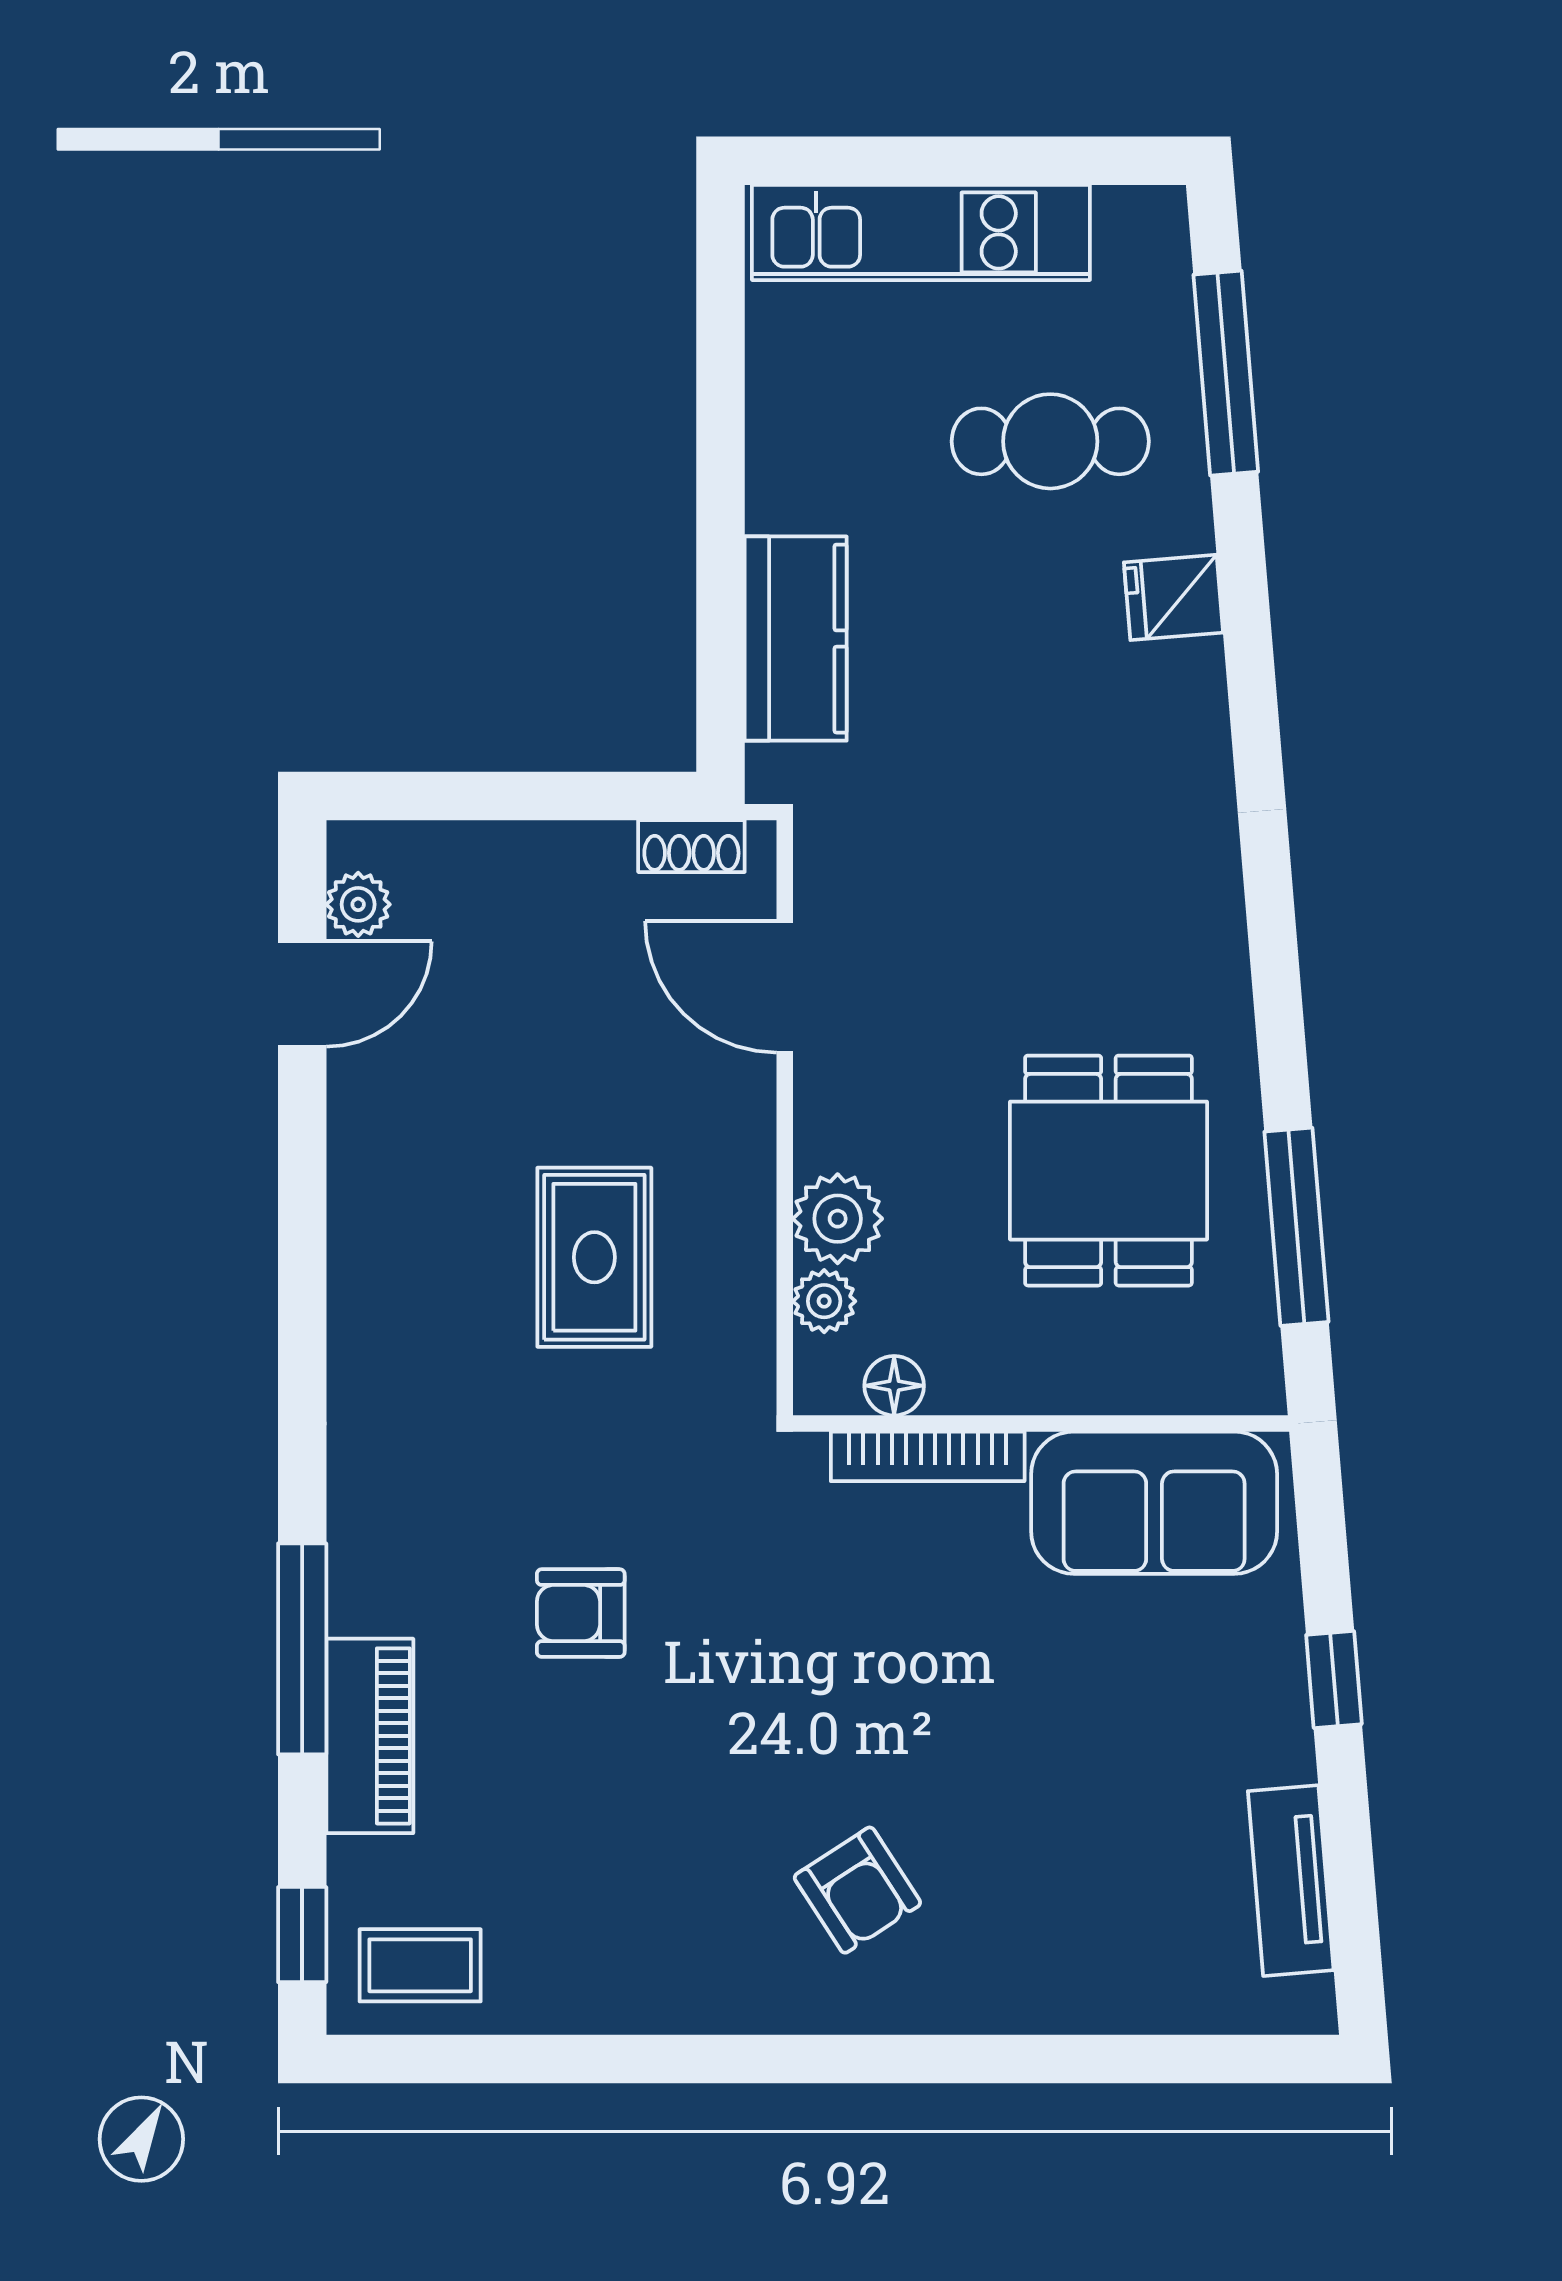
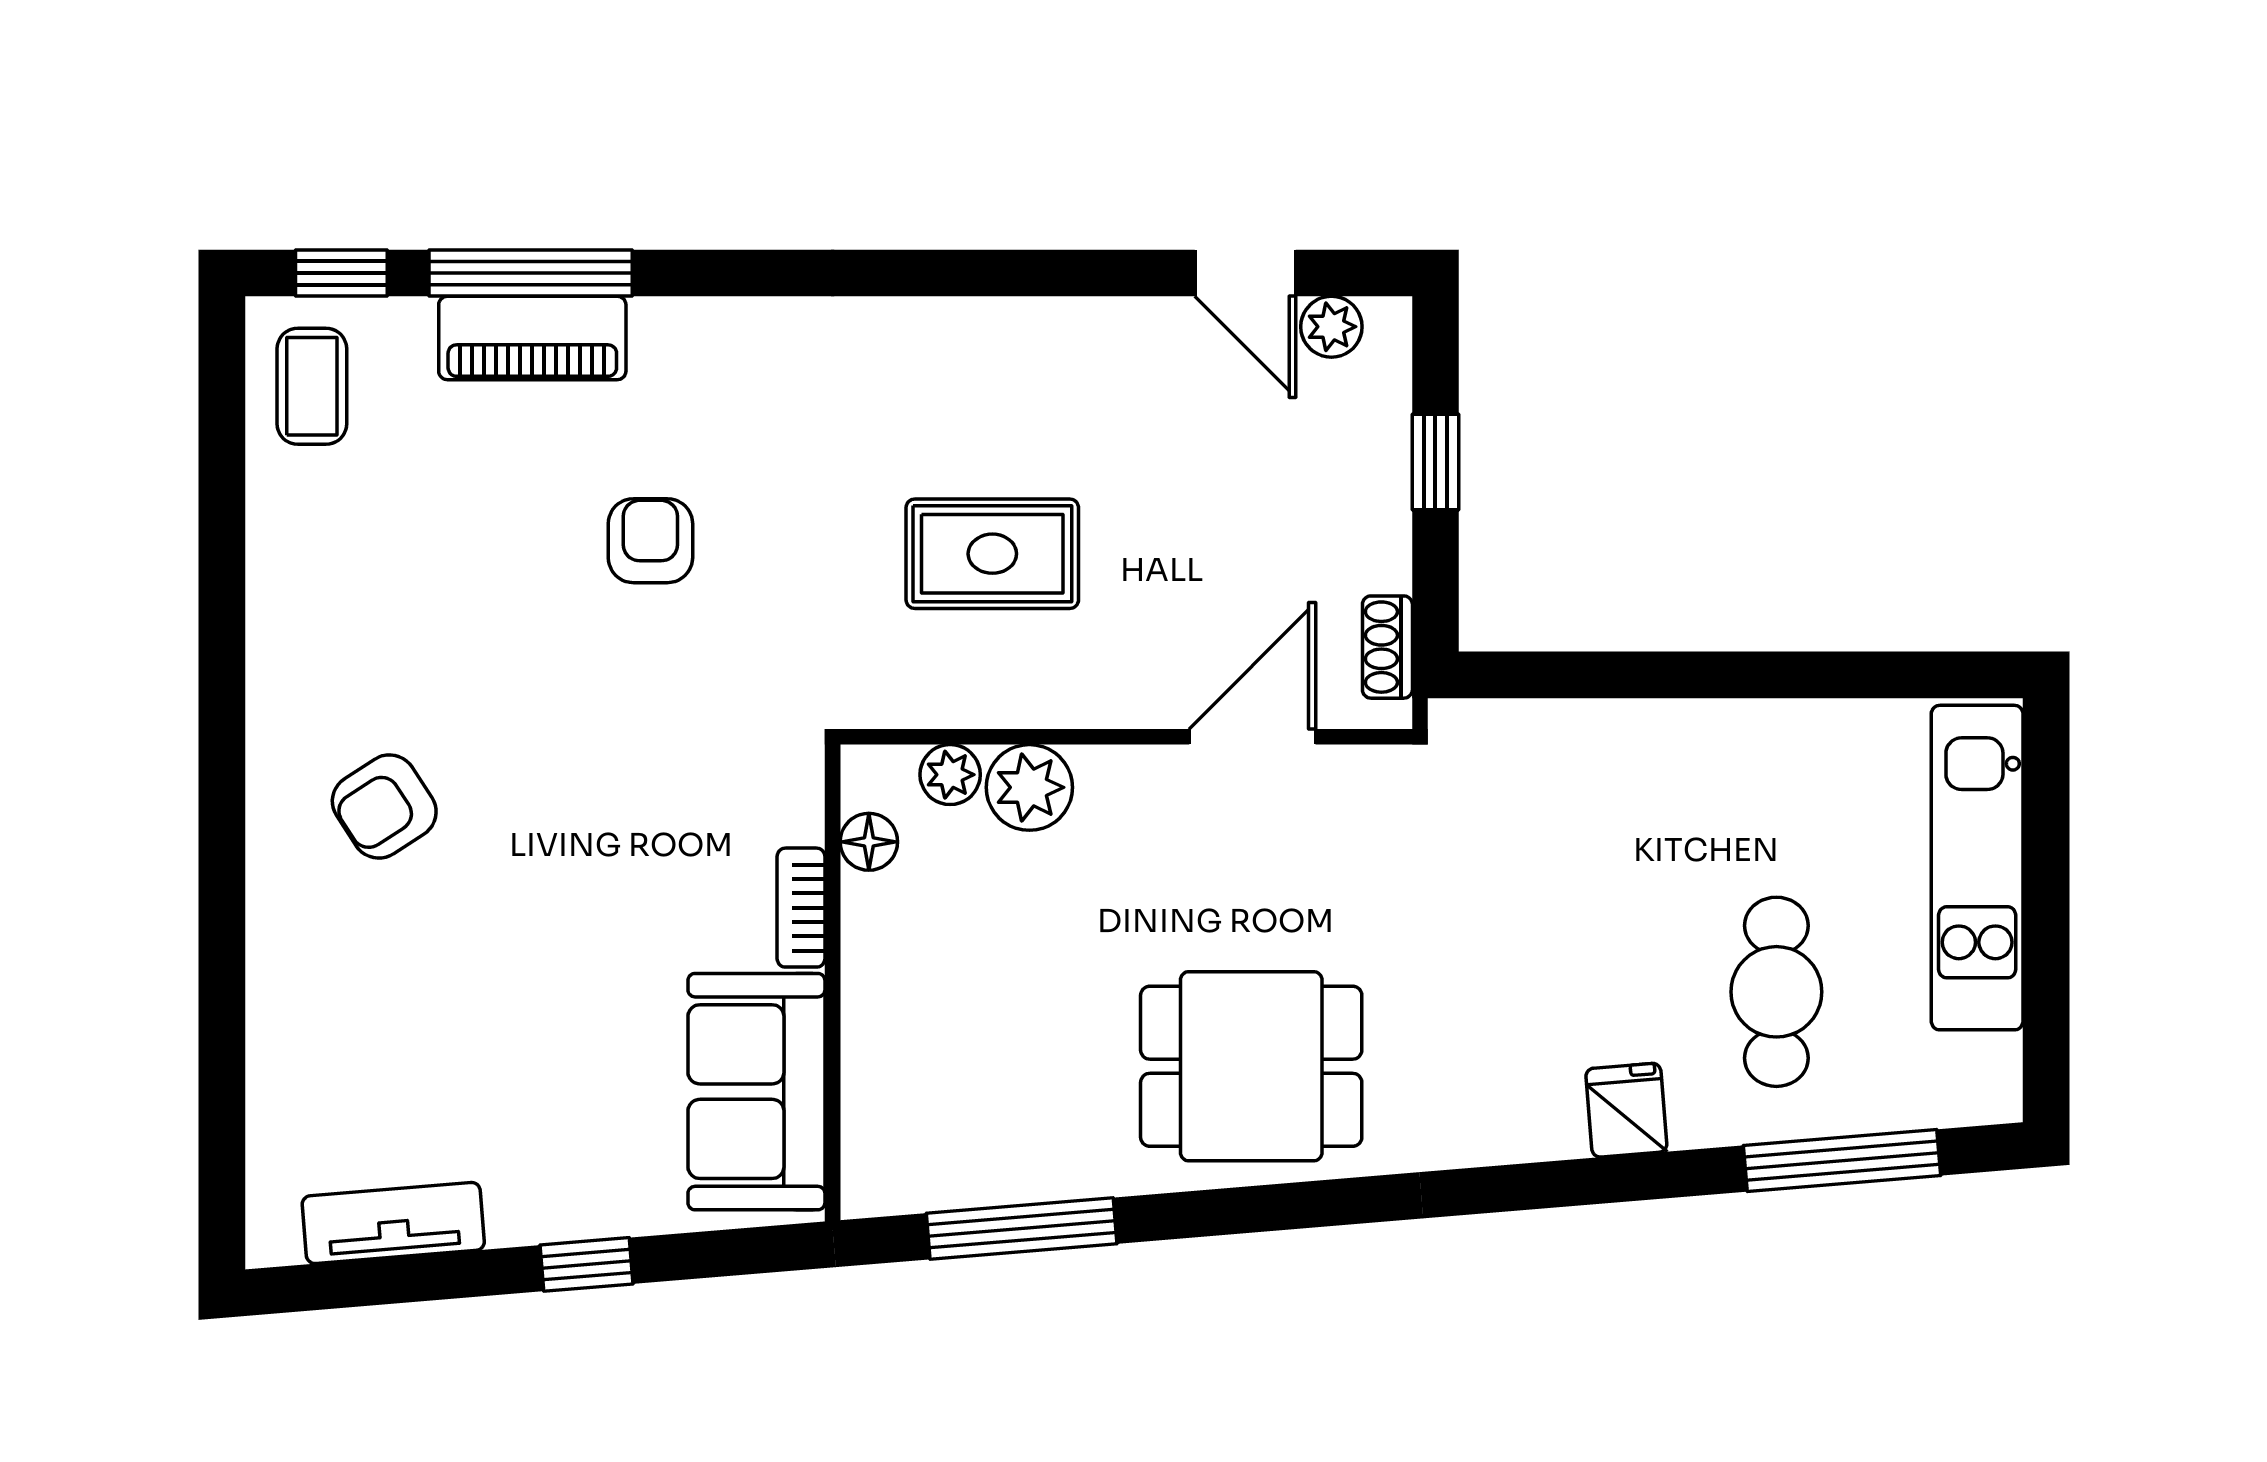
kitchen counter: (796, 639) -> (1587, 747), removed
window: (499, 796) -> (1435, 462), added
dining table: (1108, 1171) -> (1251, 1066), moved
bookcase: (928, 1456) -> (801, 908), width x0.64
window: (302, 1649) -> (531, 273), moved

